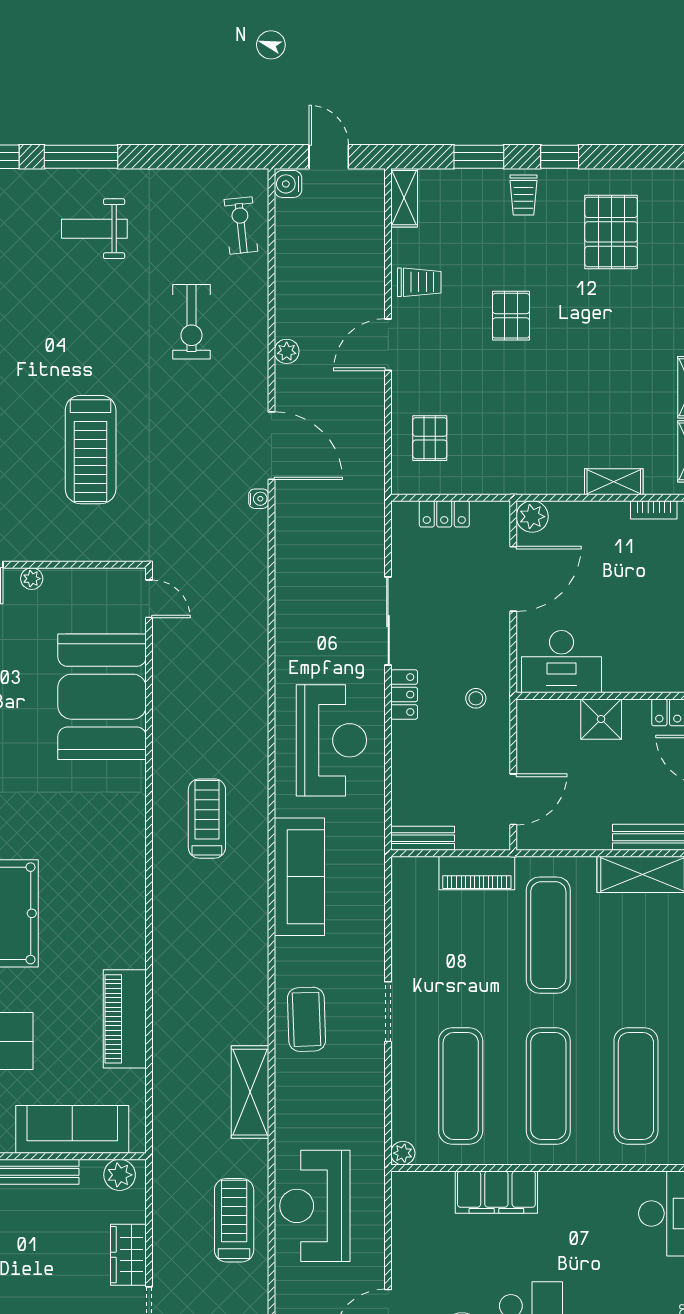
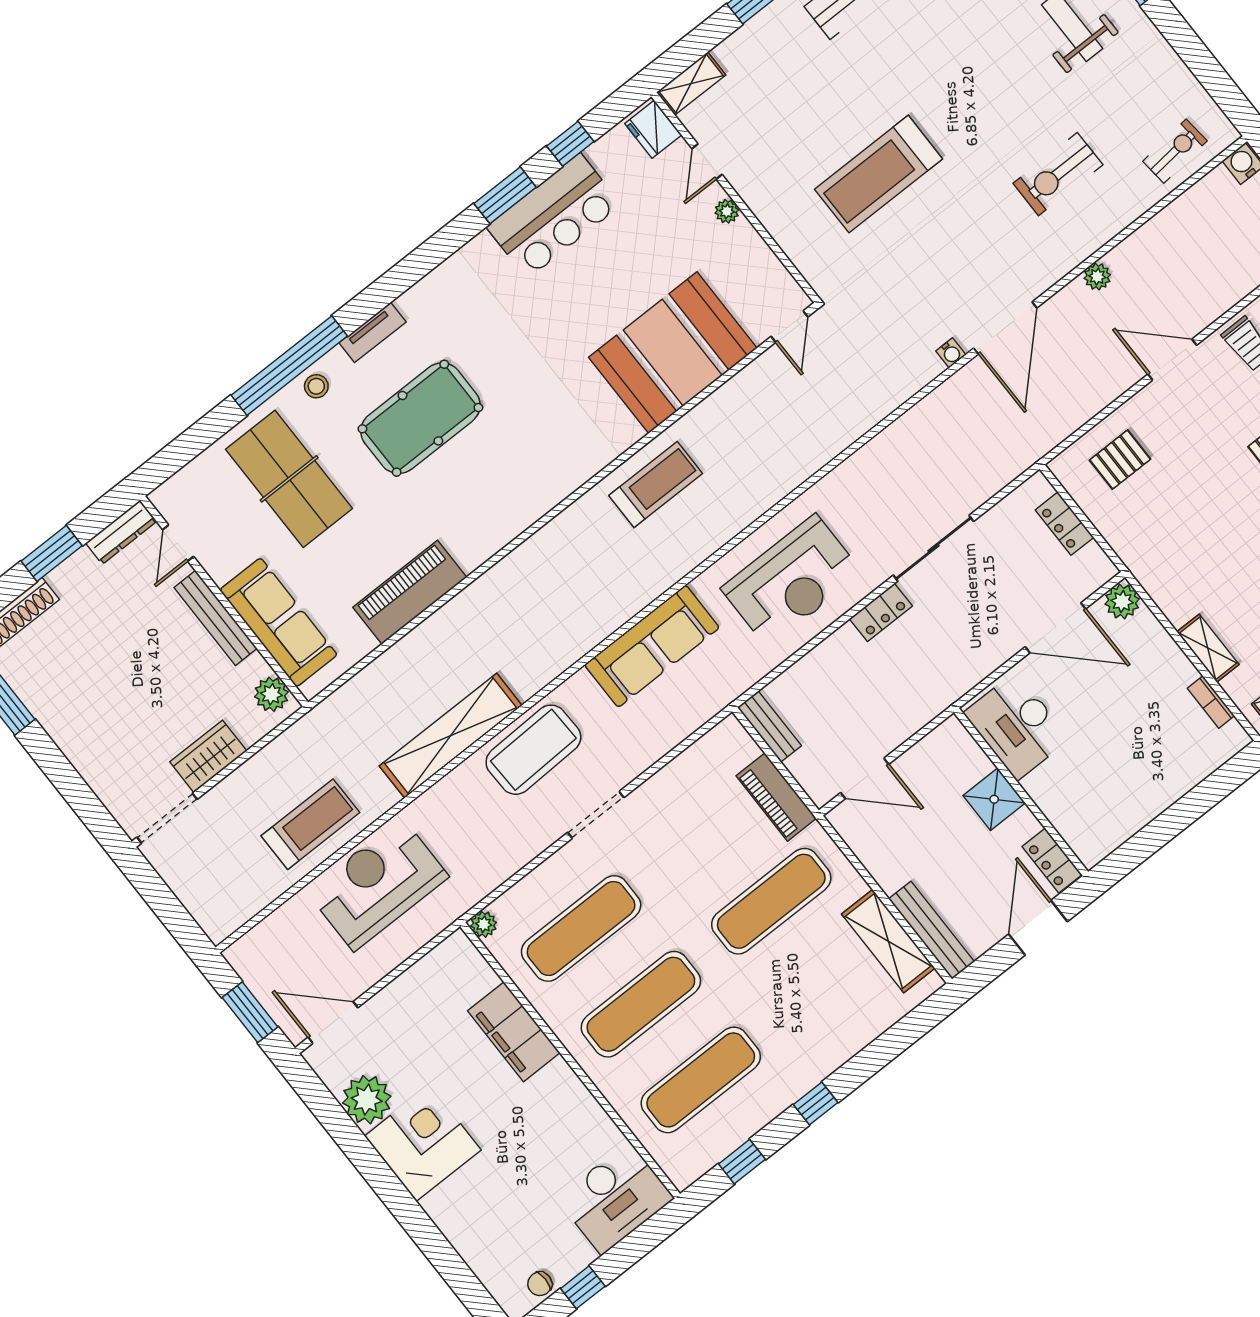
stool: (476, 698) -> (927, 677), removed
treadmill: (207, 819) -> (656, 484), moved
coffee table: (307, 1019) -> (533, 750), width x1.36, depth x1.32
shelving: (250, 1092) -> (451, 736), width x1.47

